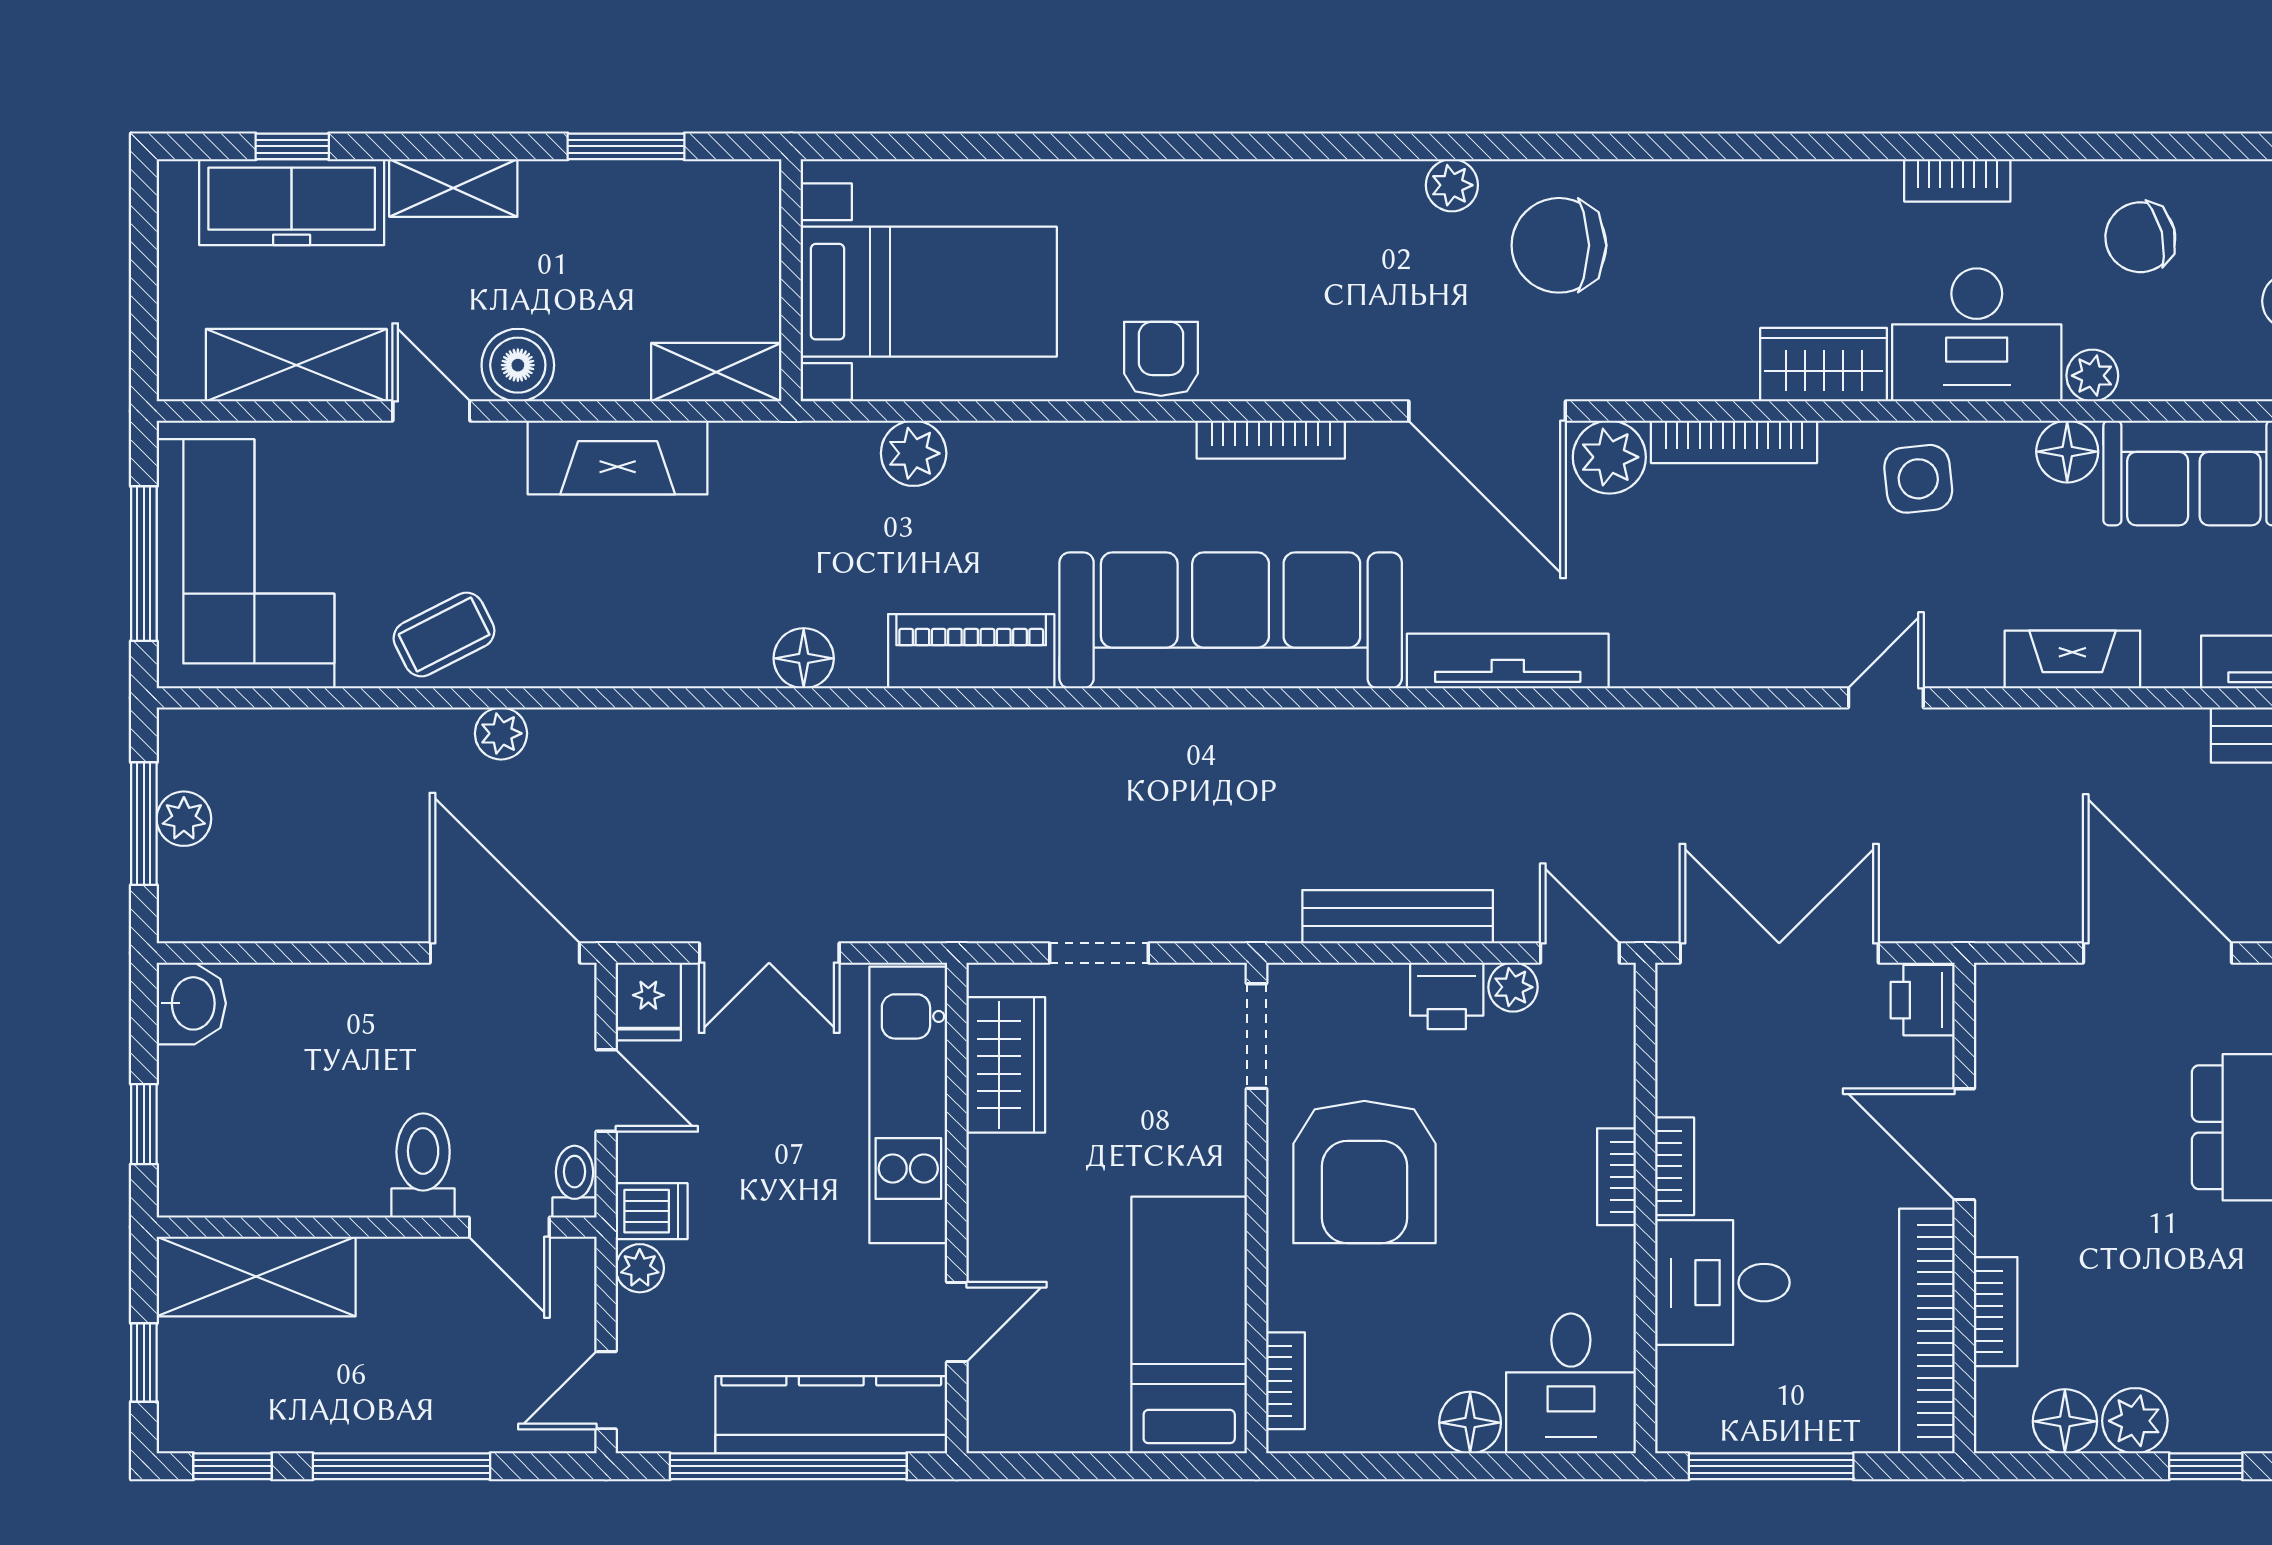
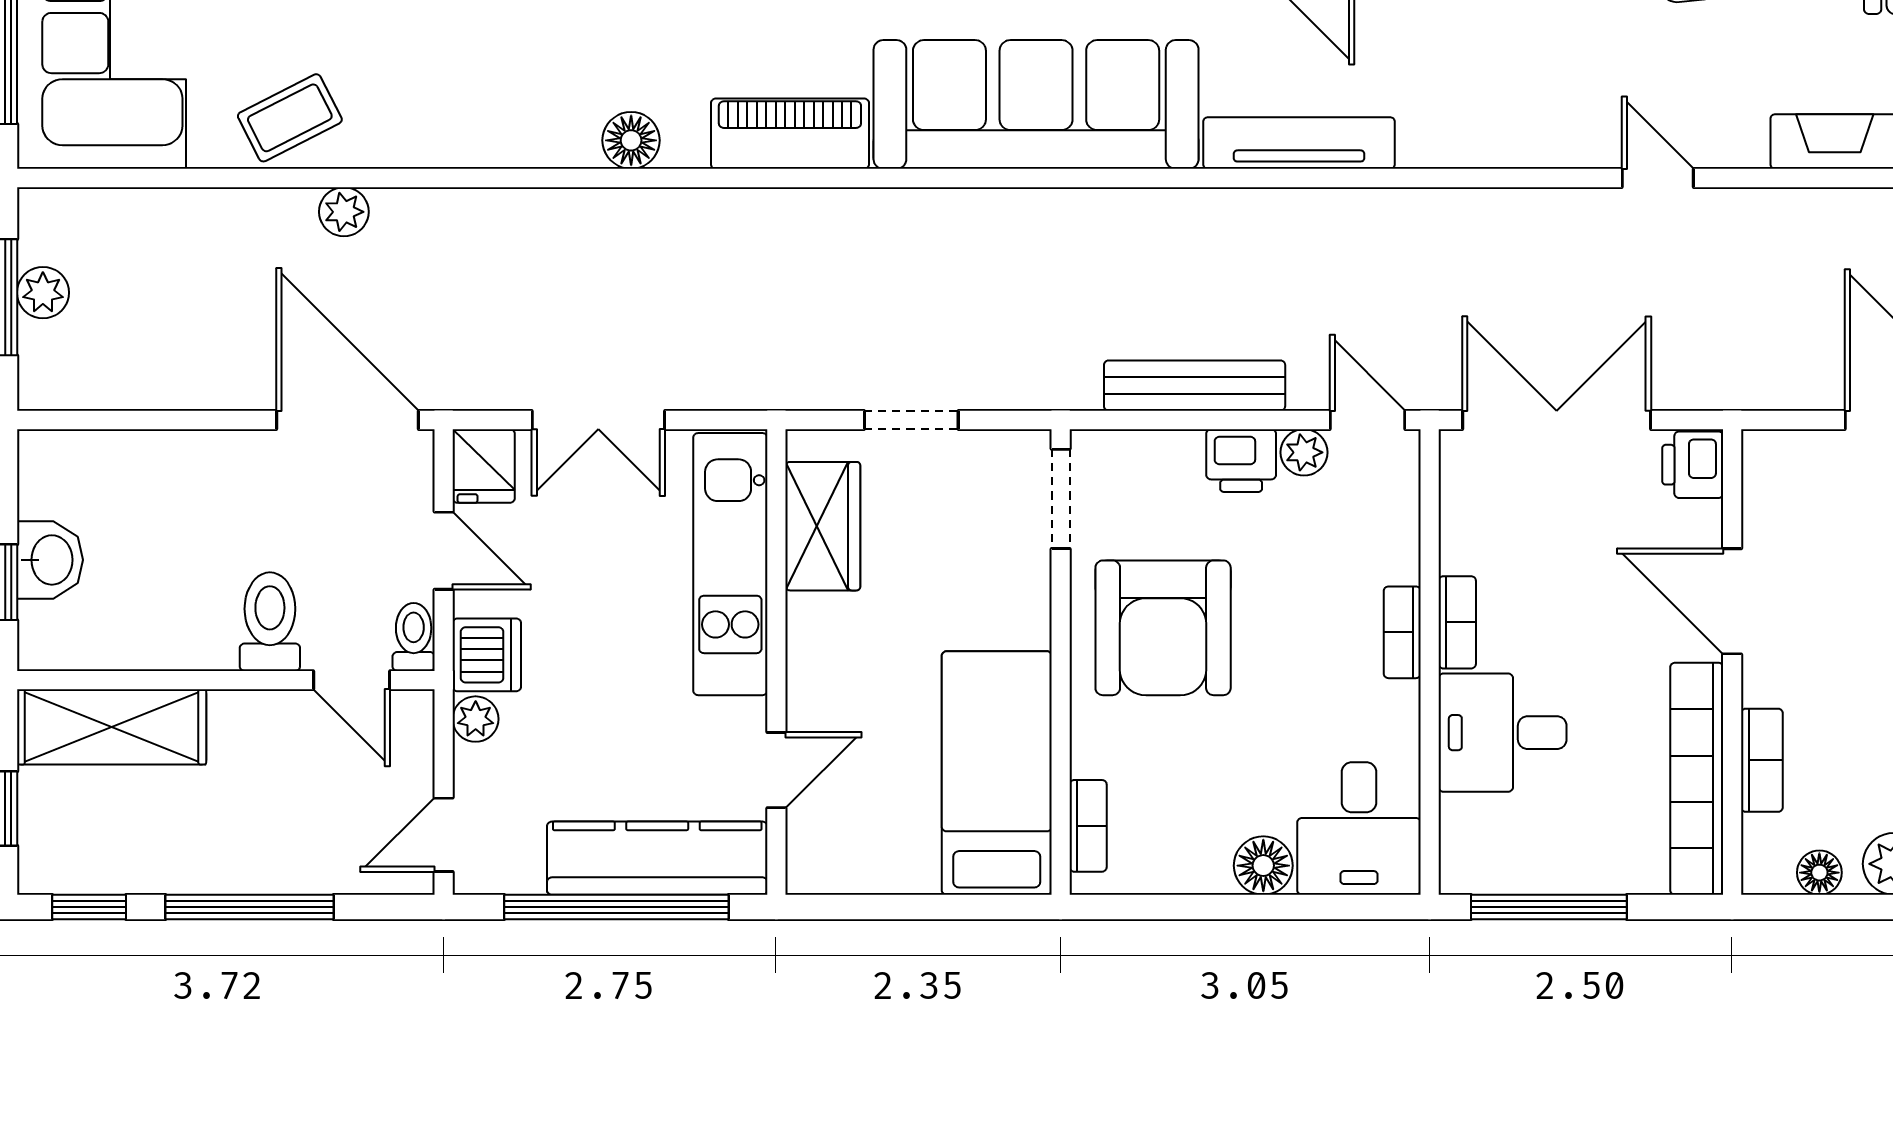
door: (1886, 698) -> (1658, 178), hinge flipped
washbasin: (191, 1003) -> (50, 560), moved
dishwasher: (652, 1211) -> (487, 655), width x1.38
floor lamp: (2065, 1421) -> (1819, 873), width x0.73, depth x0.73

